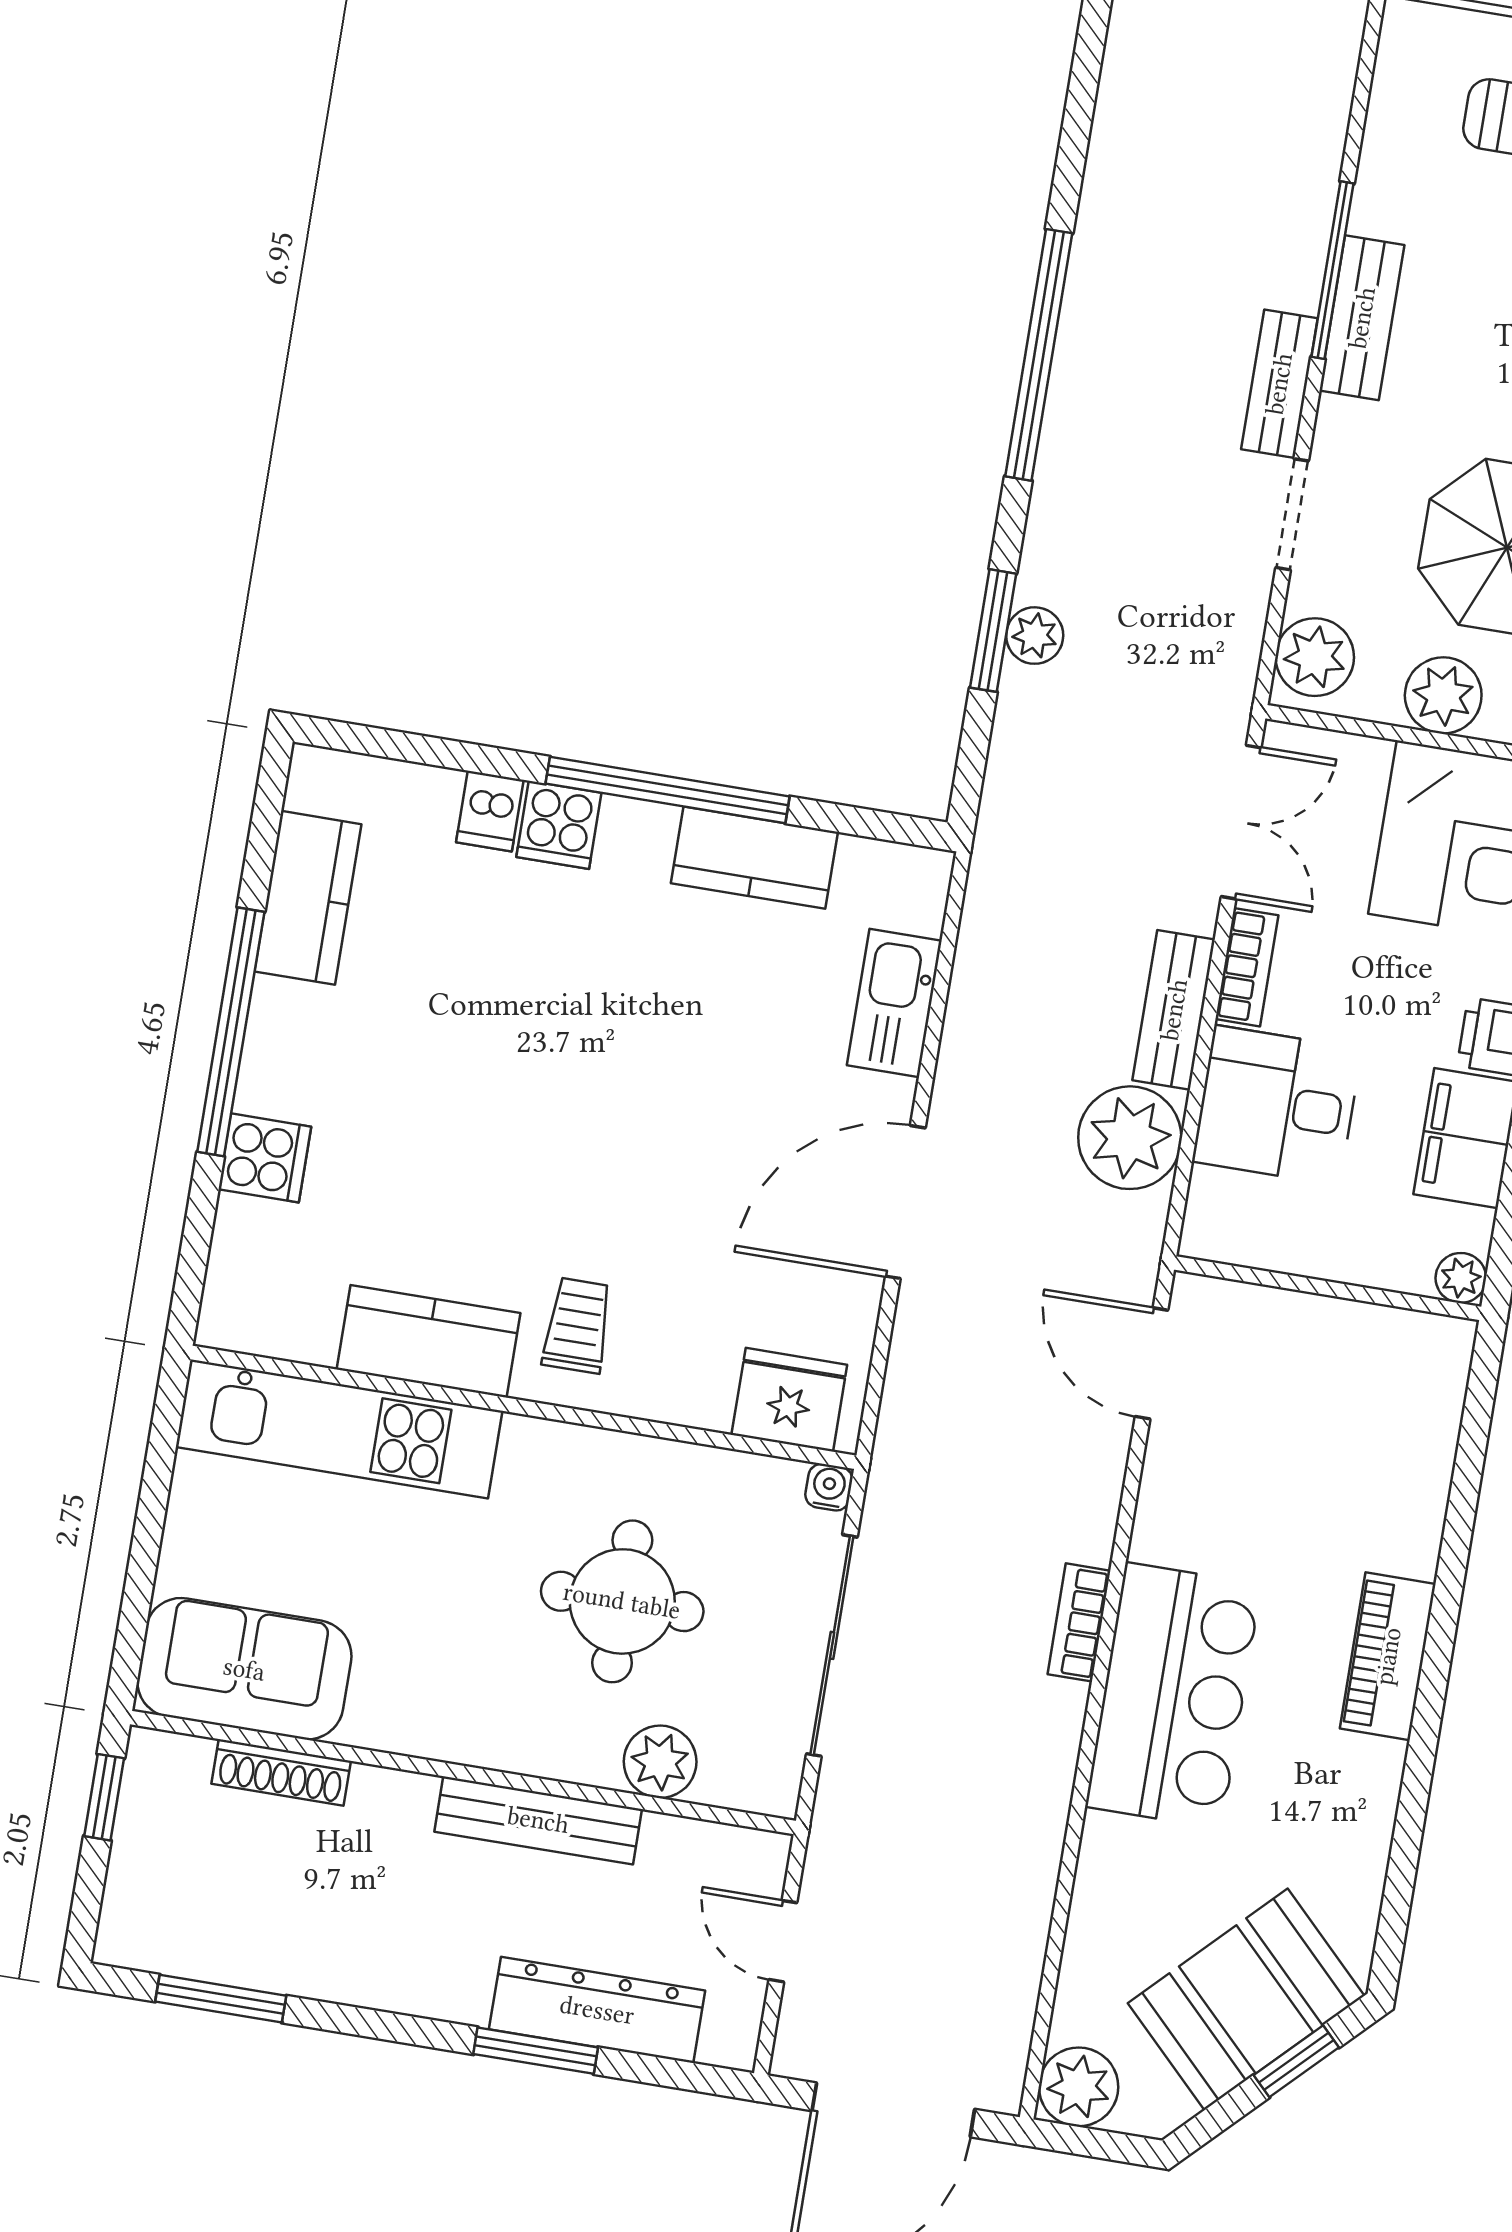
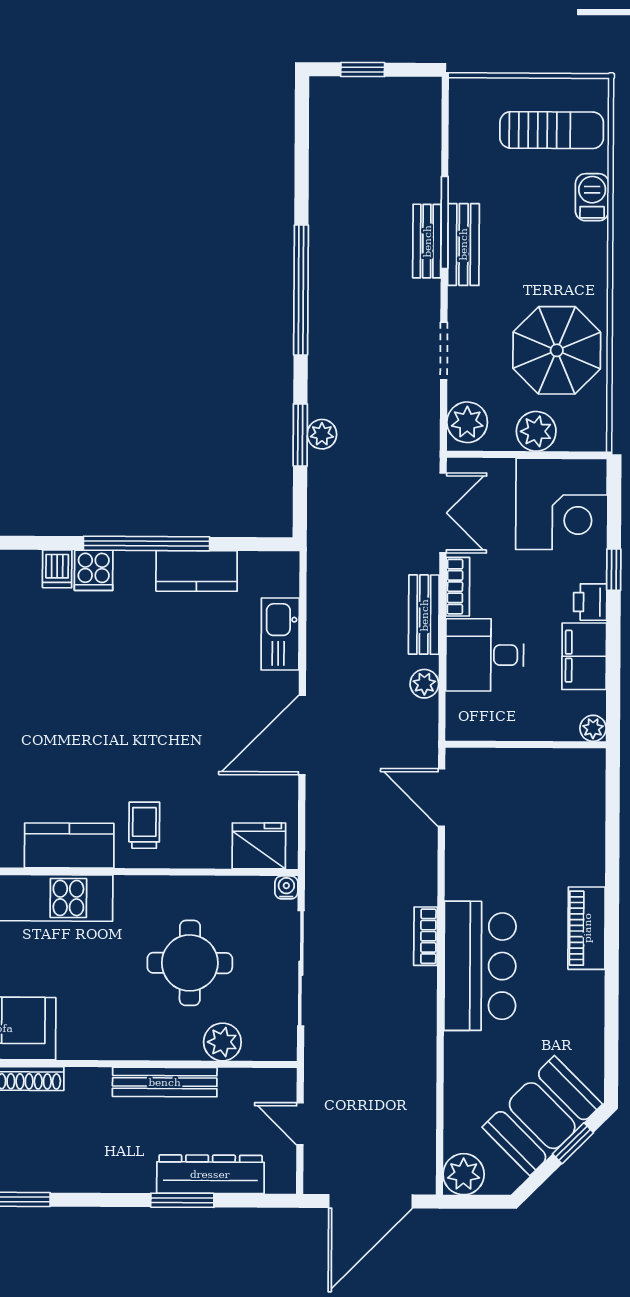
bench: (1279, 384) -> (427, 241), moved
plant: (1130, 1138) -> (424, 684), width x0.53, depth x0.53

